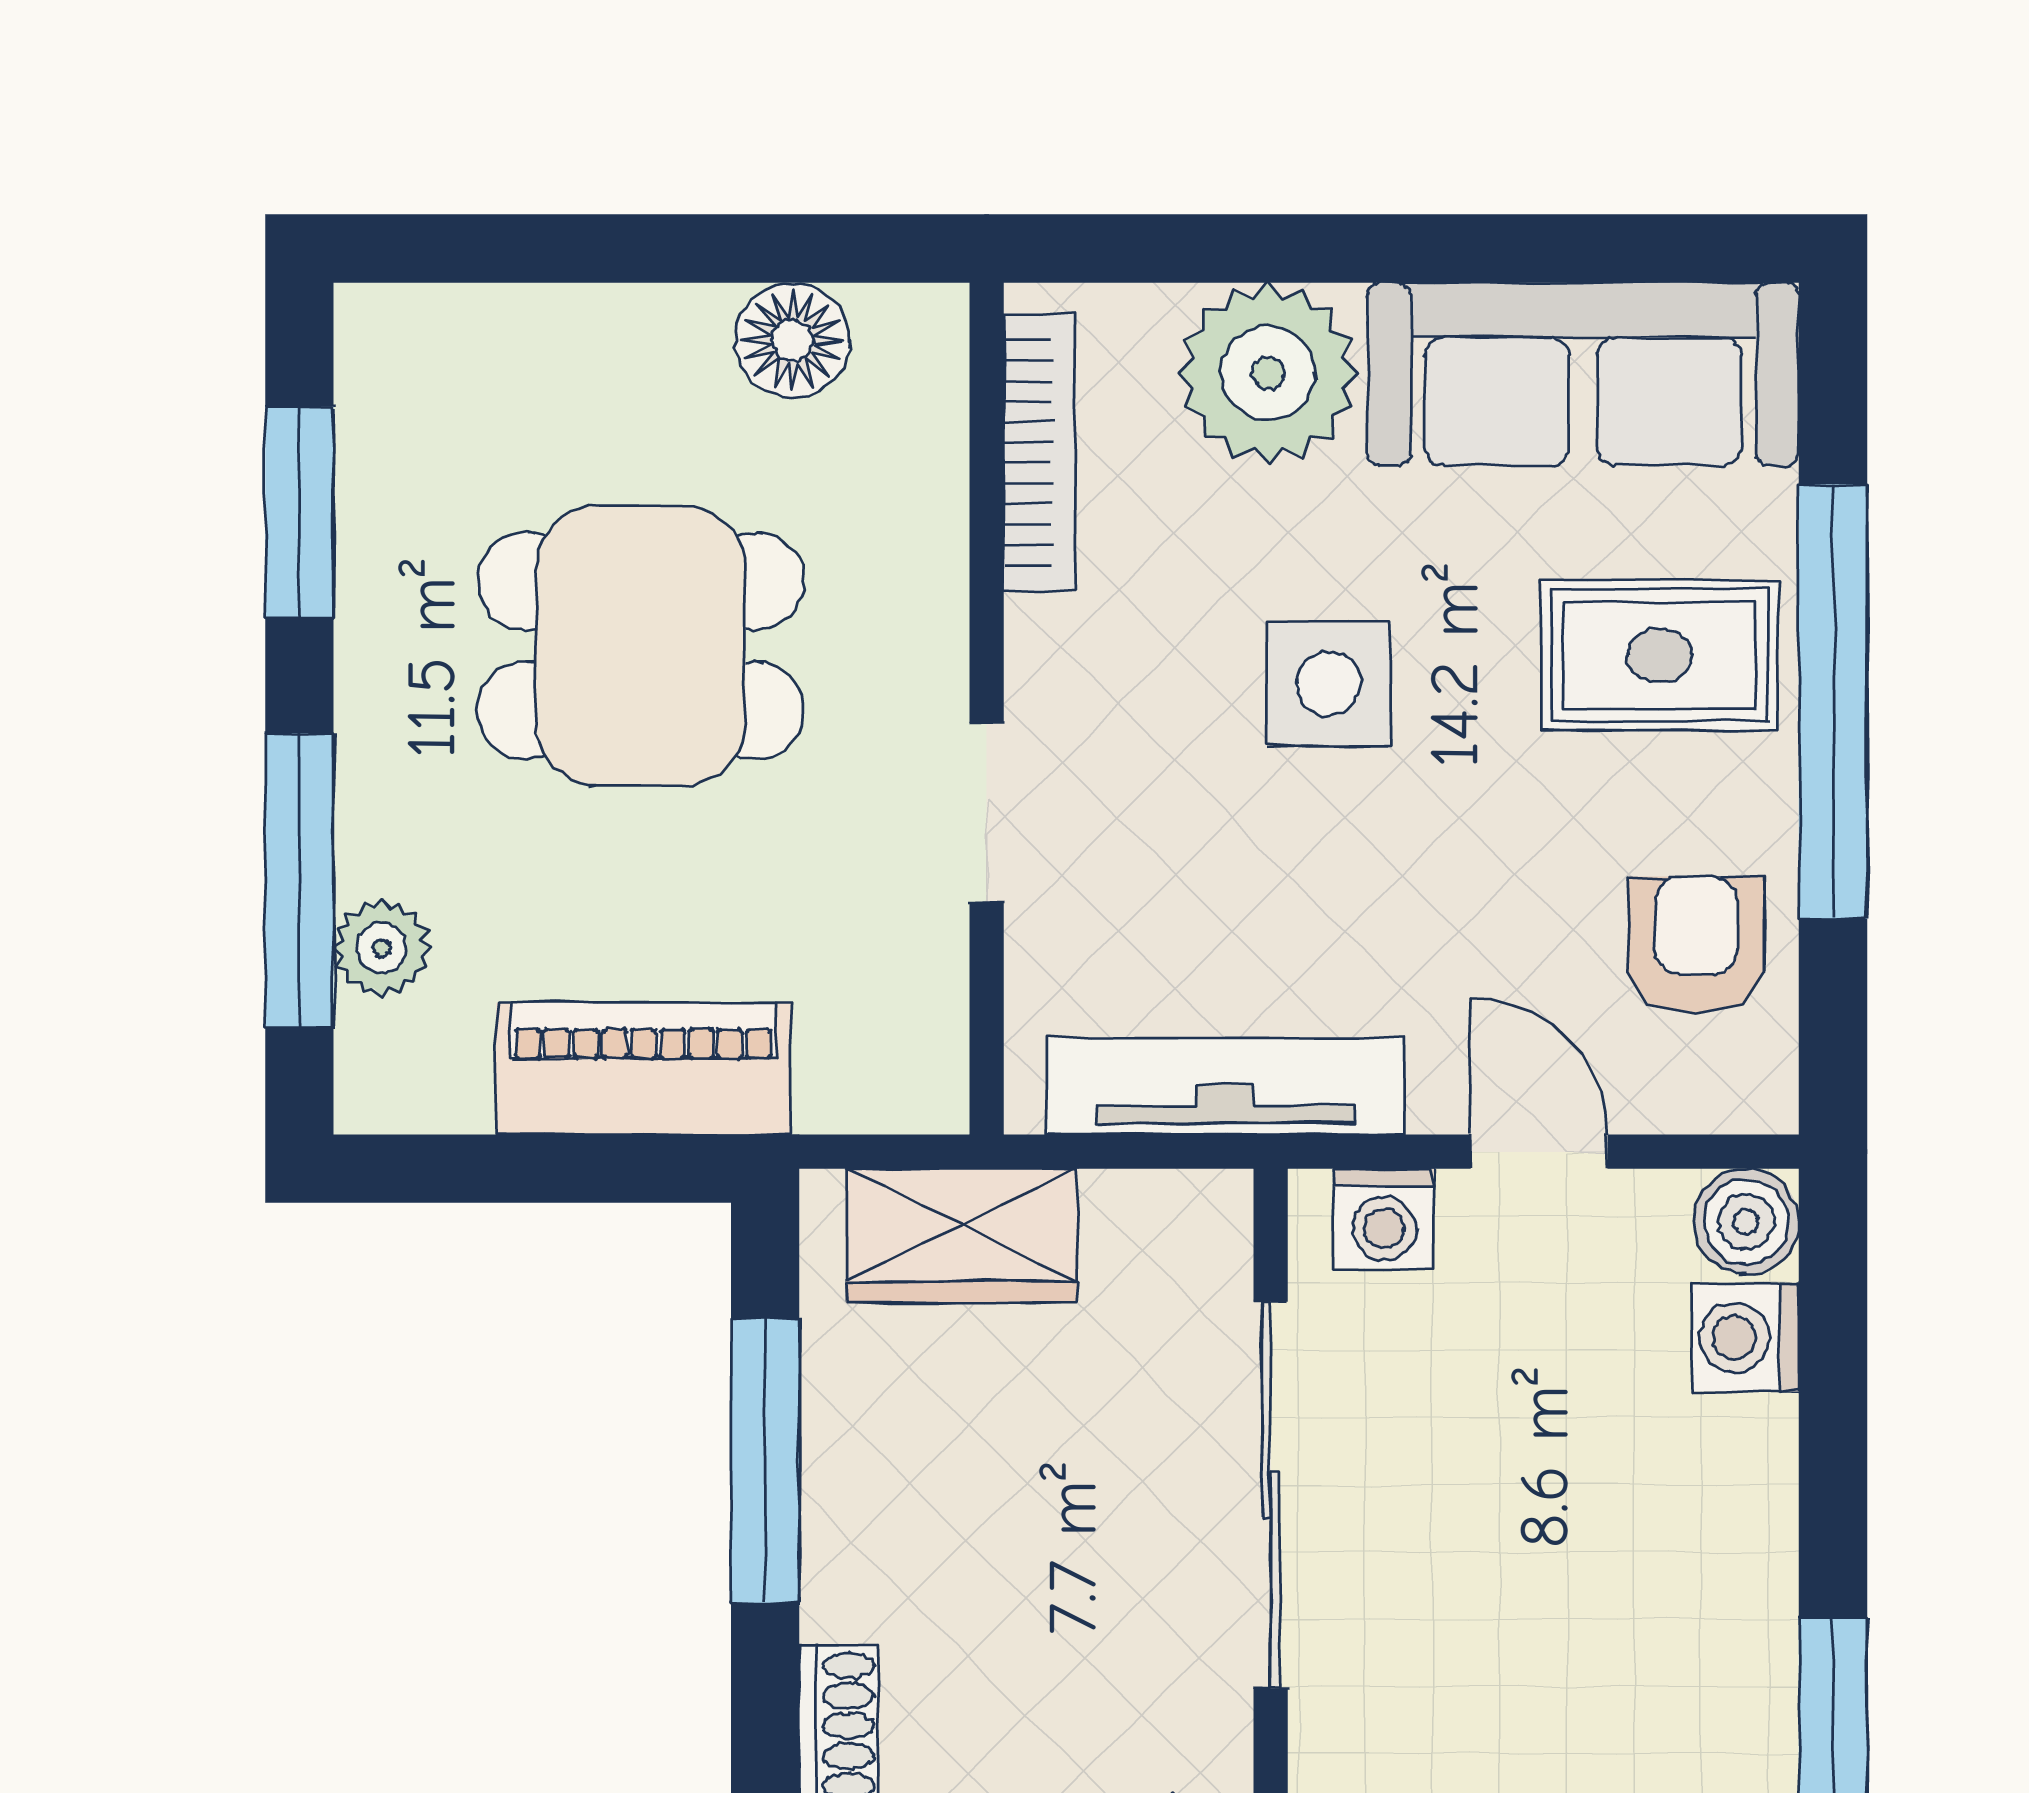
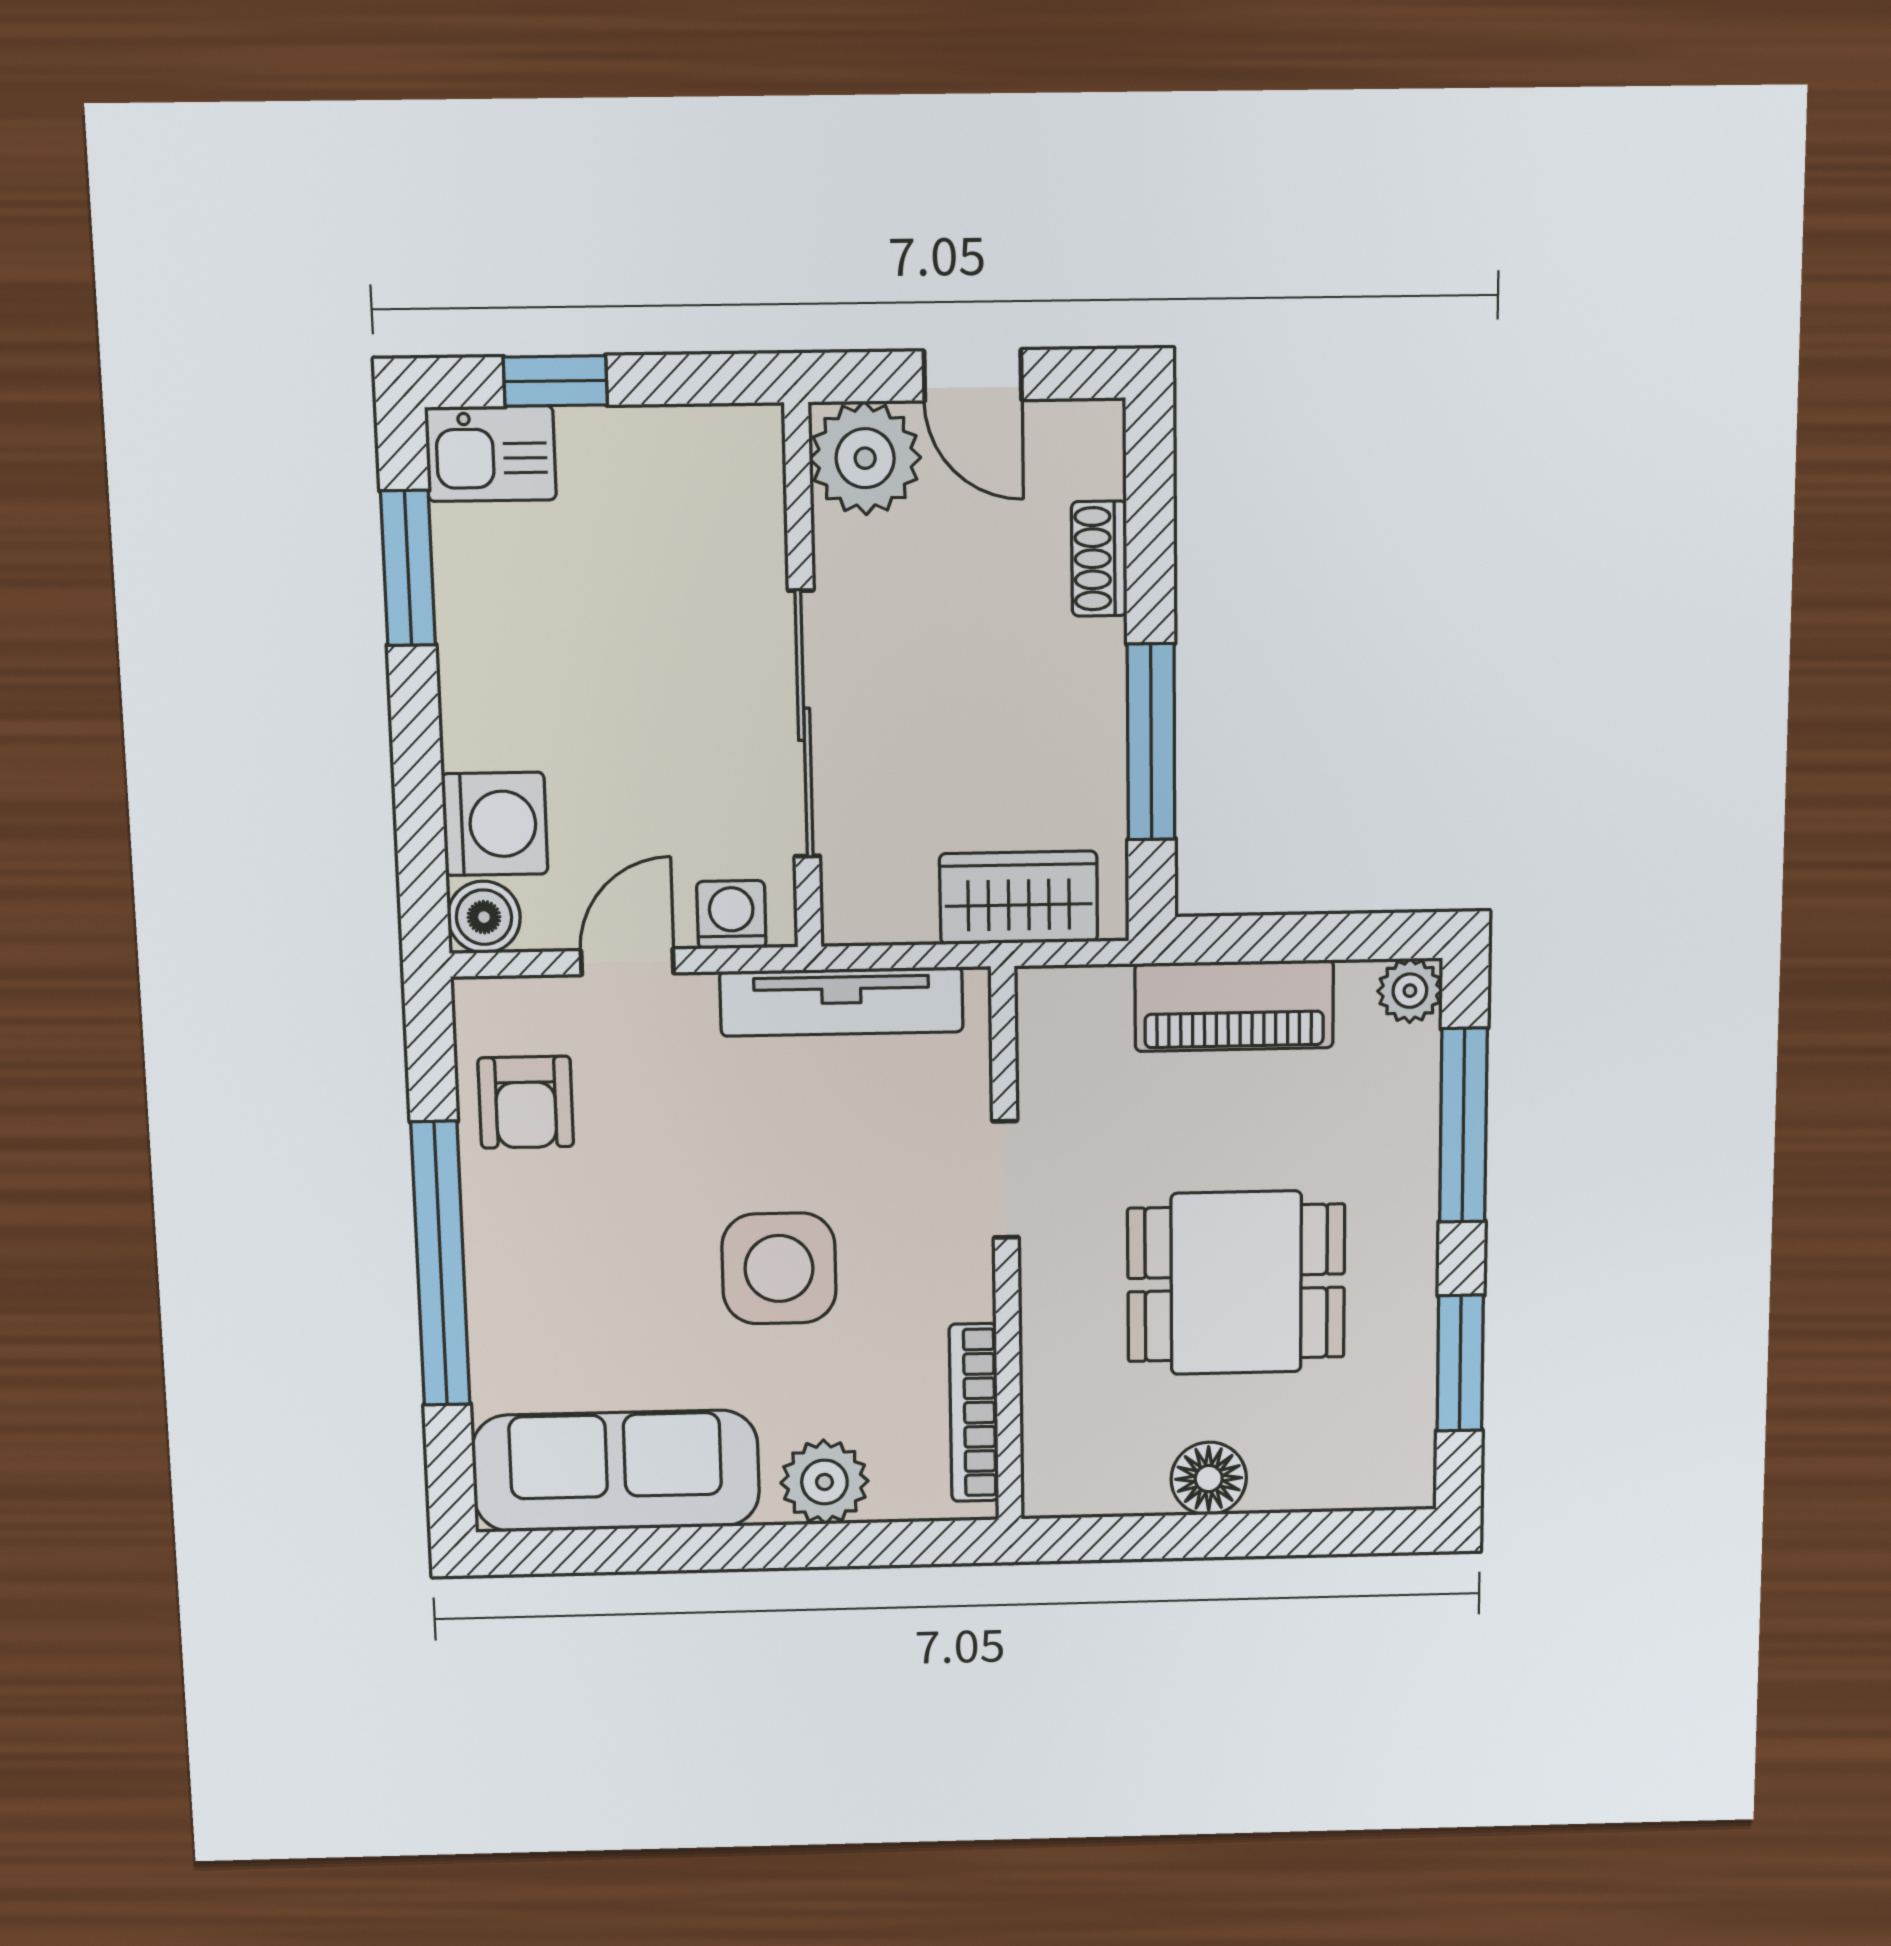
floor lamp: (792, 340) -> (1209, 1479), moved
plant: (1268, 373) -> (824, 1482), width x0.73, depth x0.73
rug: (1660, 656) -> (558, 1291), removed
side table: (1328, 684) -> (779, 1268), width x1.37, depth x1.37
plant: (382, 948) -> (1410, 991), moved
door: (1539, 1152) -> (627, 962), swing flipped
washing machine: (1745, 1337) -> (495, 824), width x1.38, depth x1.38

